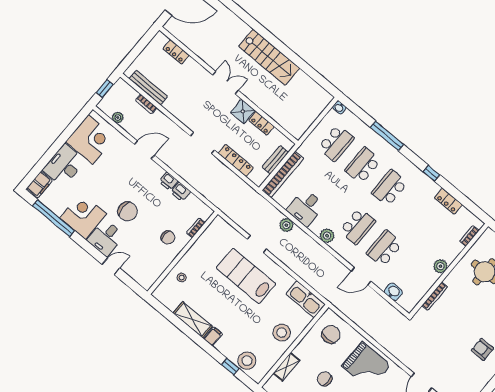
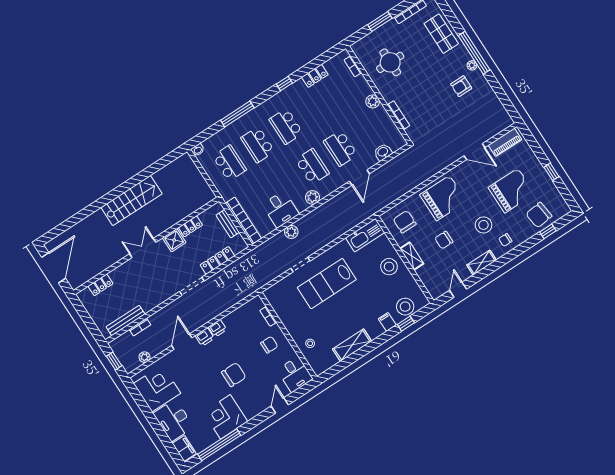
printer: (181, 192) -> (205, 337), moved
desk: (106, 238) -> (295, 374), moved
filing cabinet: (213, 336) -> (387, 322), moved
shelving: (287, 367) -> (412, 256), moved

